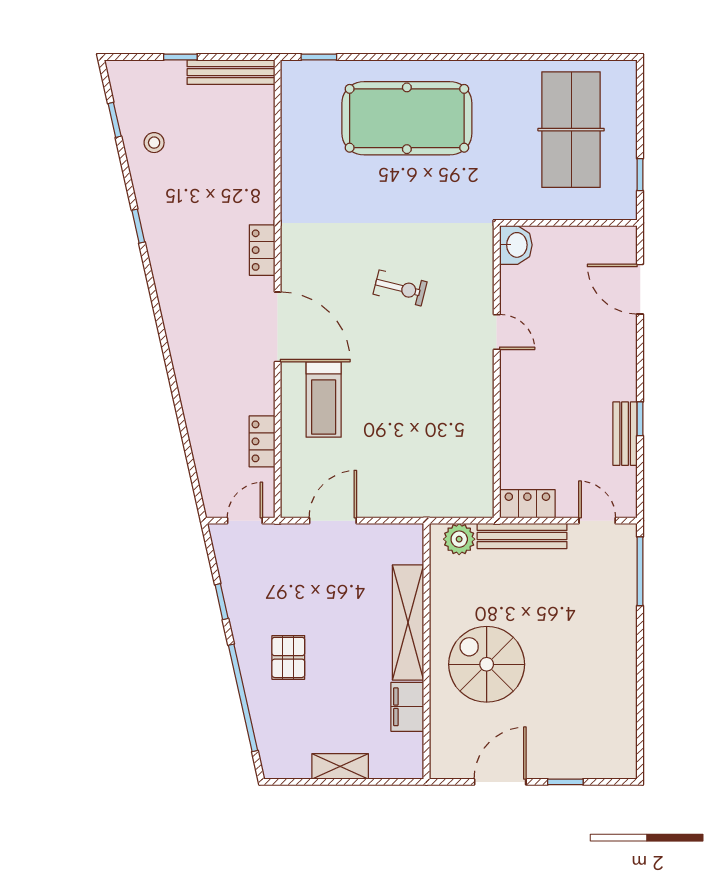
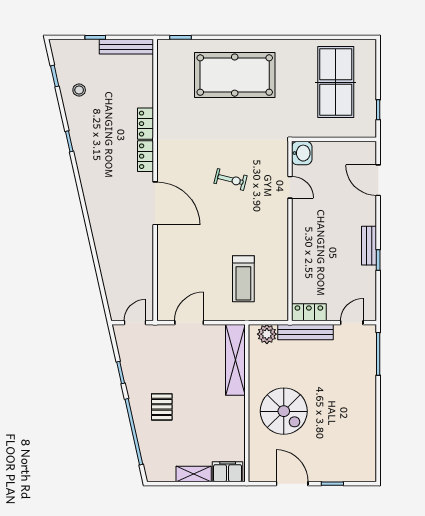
door: (497, 332) -> (290, 187), moved
treadmill: (324, 400) -> (243, 279), moved
bench: (625, 434) -> (369, 246), moved
locker: (262, 441) -> (145, 124), moved
door: (597, 521) -> (352, 323), hinge flipped
shelving: (408, 622) -> (235, 360), moved
spiral stairs: (487, 664) -> (284, 411), turned 180
filing cabinet: (407, 707) -> (228, 472), moved, turned 90
door: (500, 782) -> (292, 484), hinge flipped

